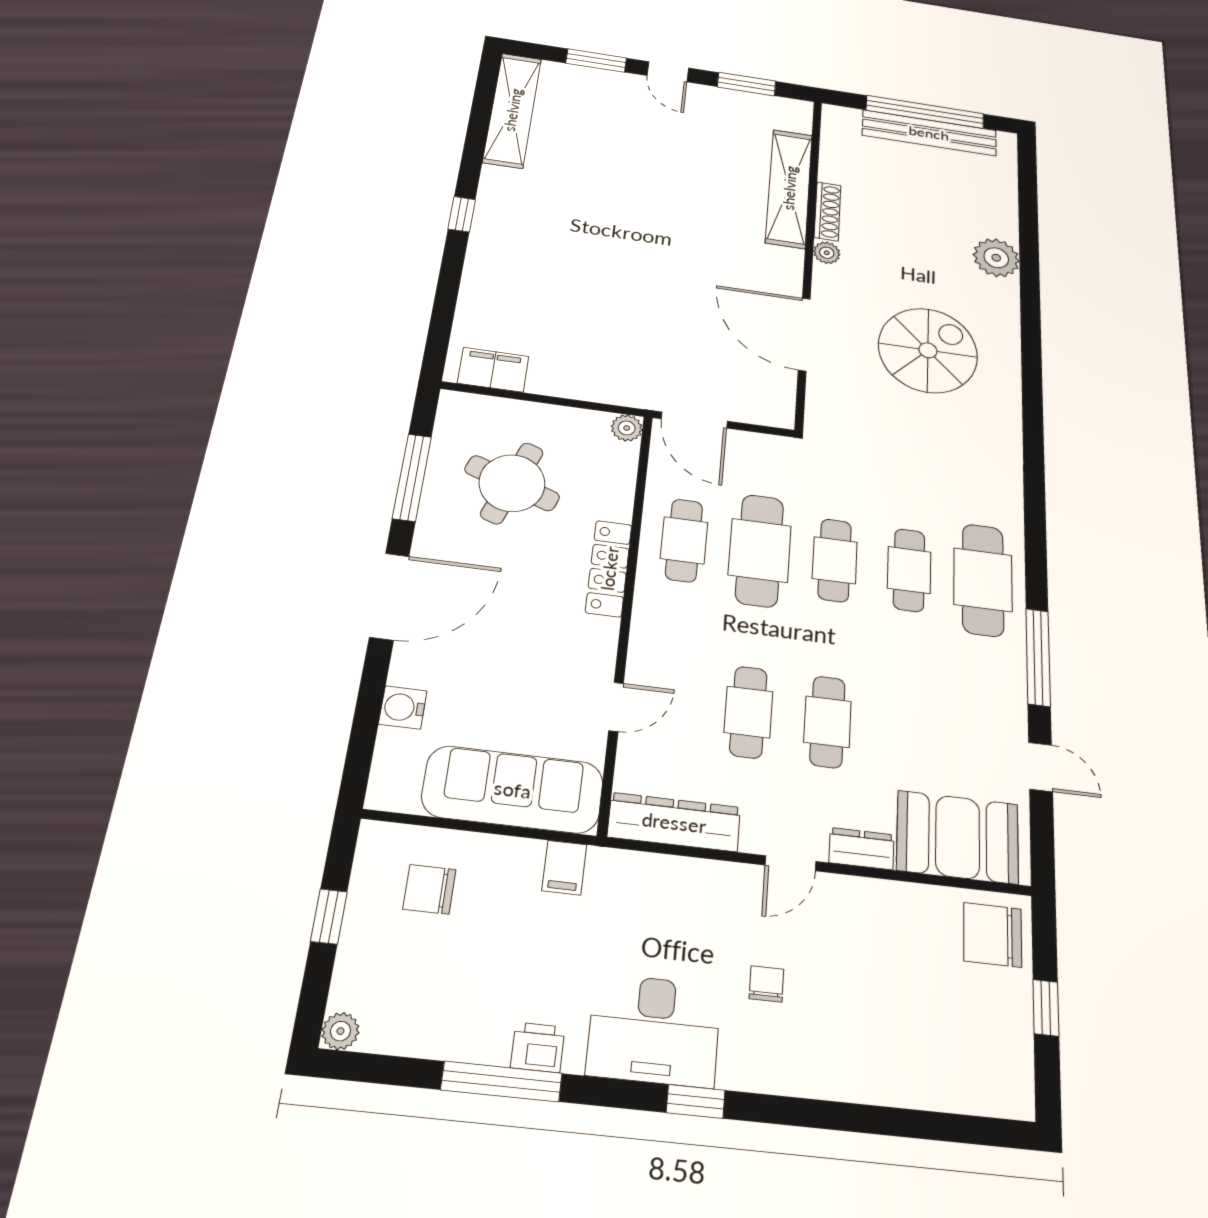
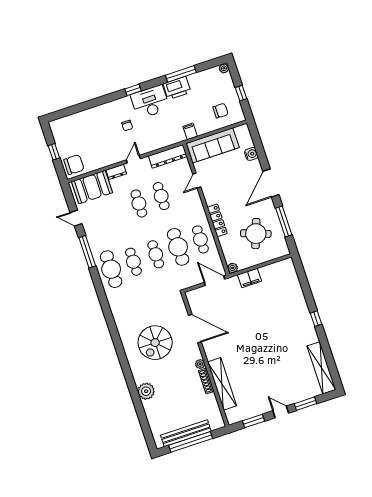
filing cabinet: (493, 370) -> (250, 278), moved
printer: (538, 1047) -> (177, 88), width x1.87, depth x1.48

